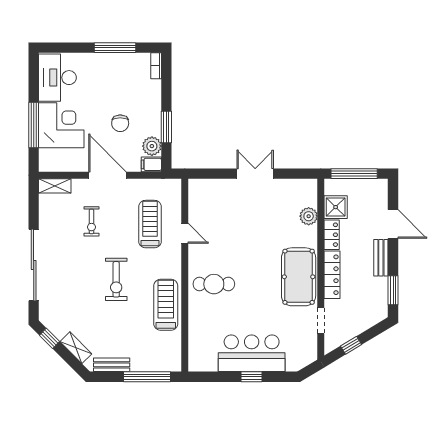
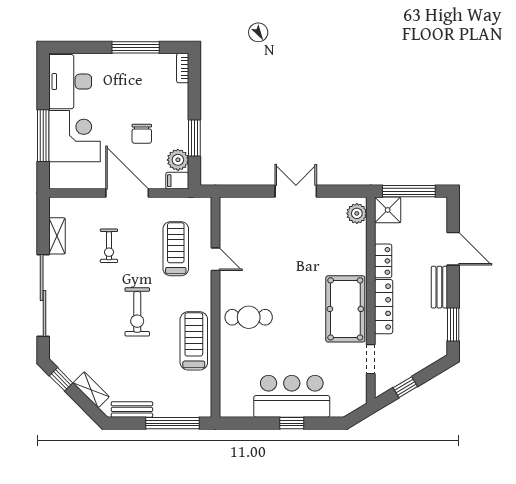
shelving: (55, 186) -> (57, 236), moved, turned 90
shower: (336, 207) -> (388, 210), moved
plant: (309, 216) -> (357, 213), moved

